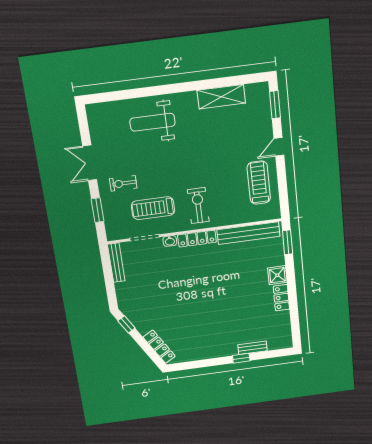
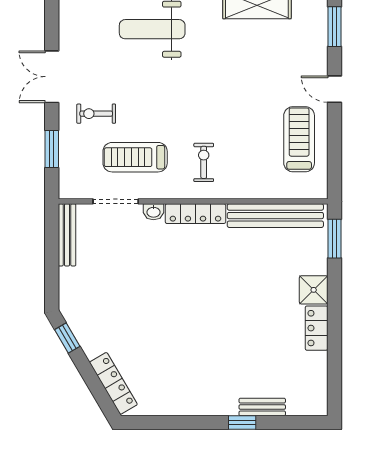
door: (279, 147) -> (334, 89), hinge flipped
exercise bike: (198, 206) -> (204, 162), width x0.73, depth x0.72

